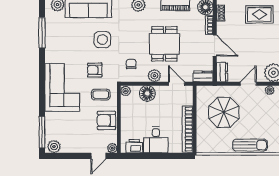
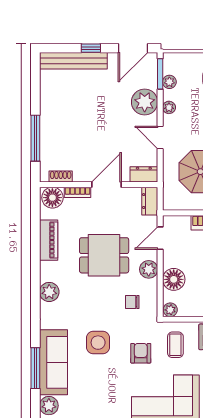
rug: (259, 14) -> (63, 122), removed
armchair: (95, 70) -> (141, 353), turned 180

